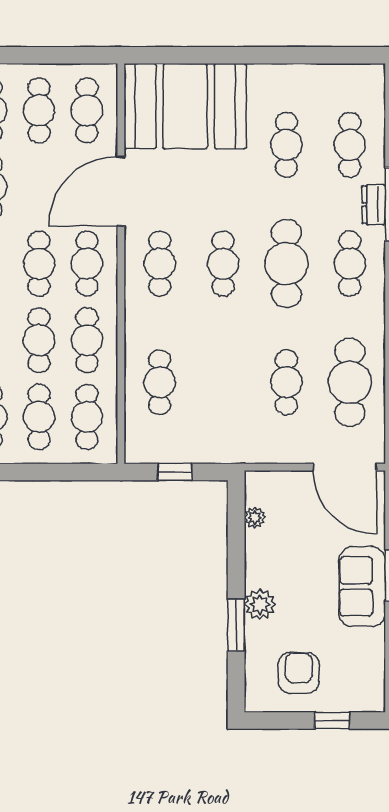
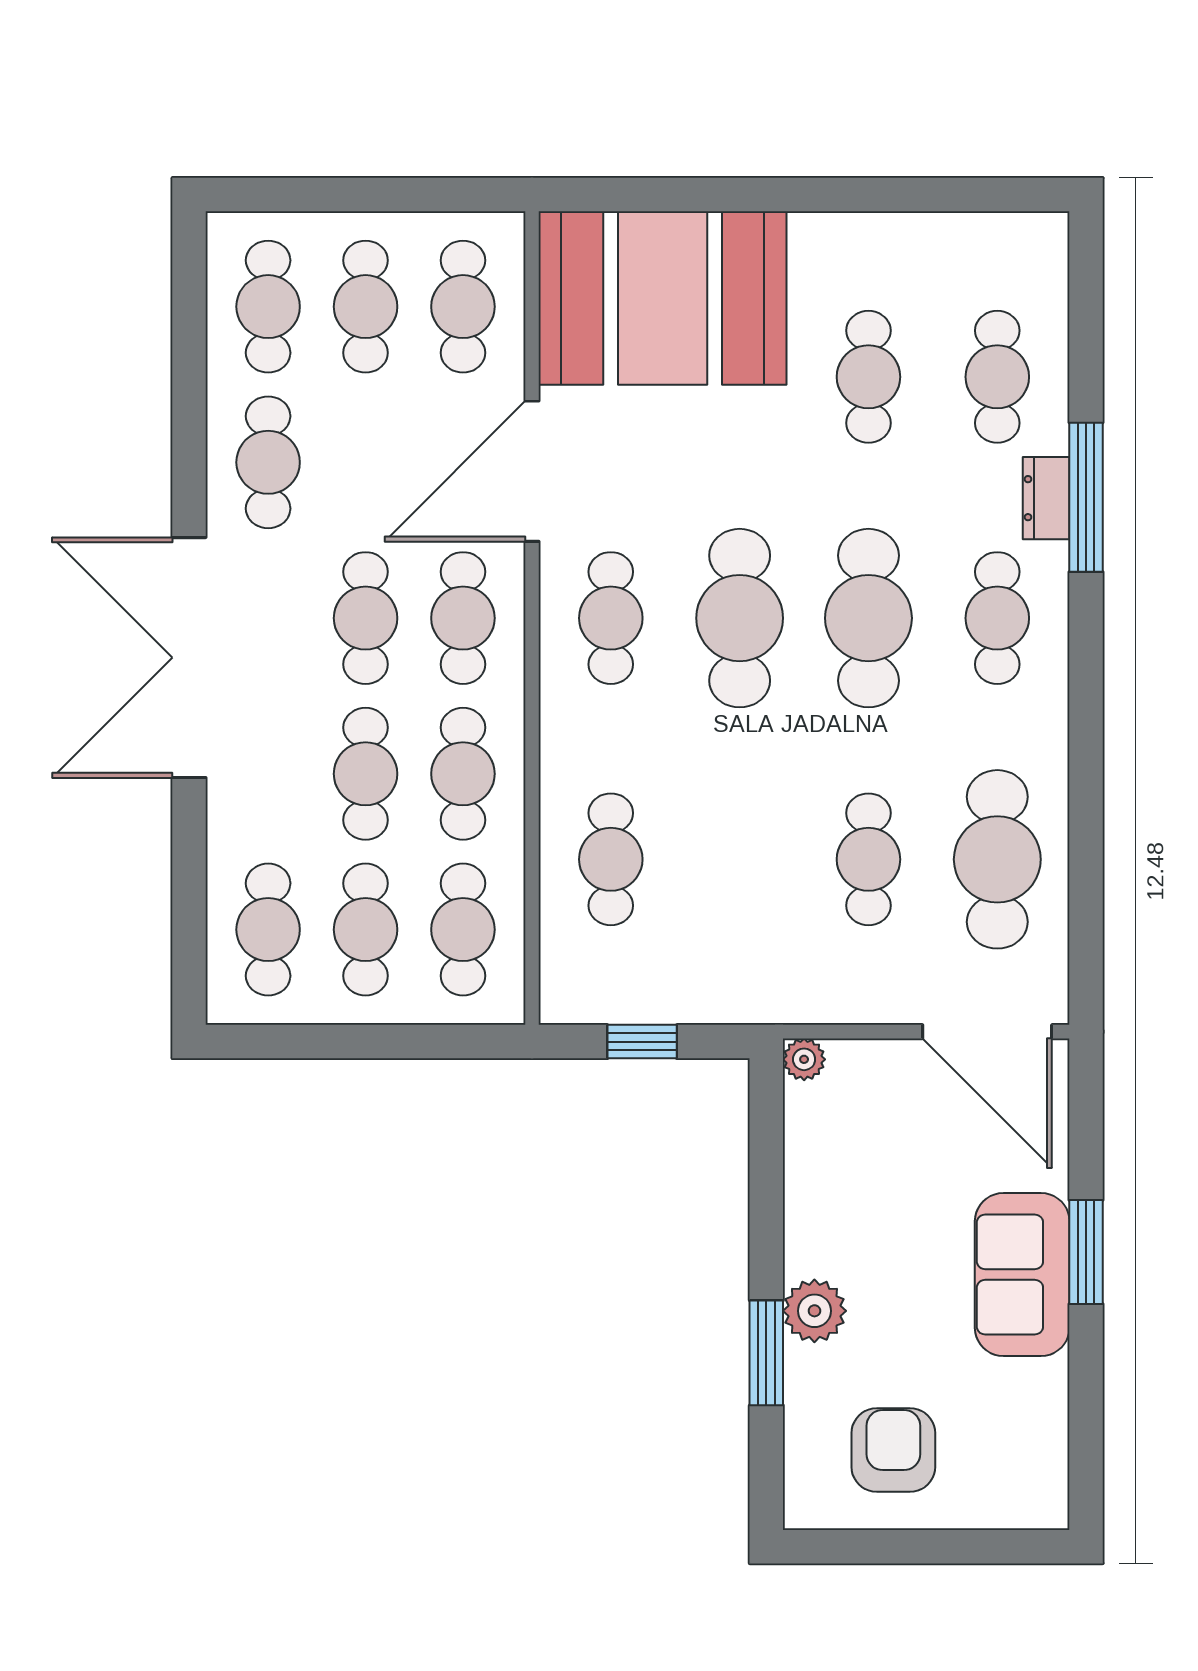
cafe table: (223, 264) -> (740, 618), width x1.37, depth x1.35
plant: (255, 517) -> (804, 1059), moved
window: (332, 720) -> (961, 1547), removed

